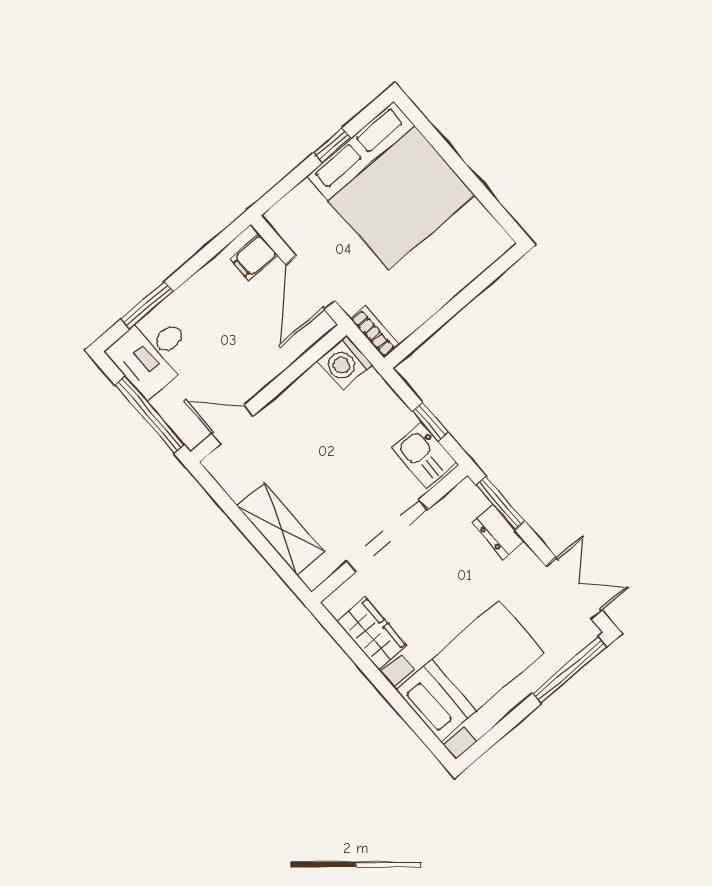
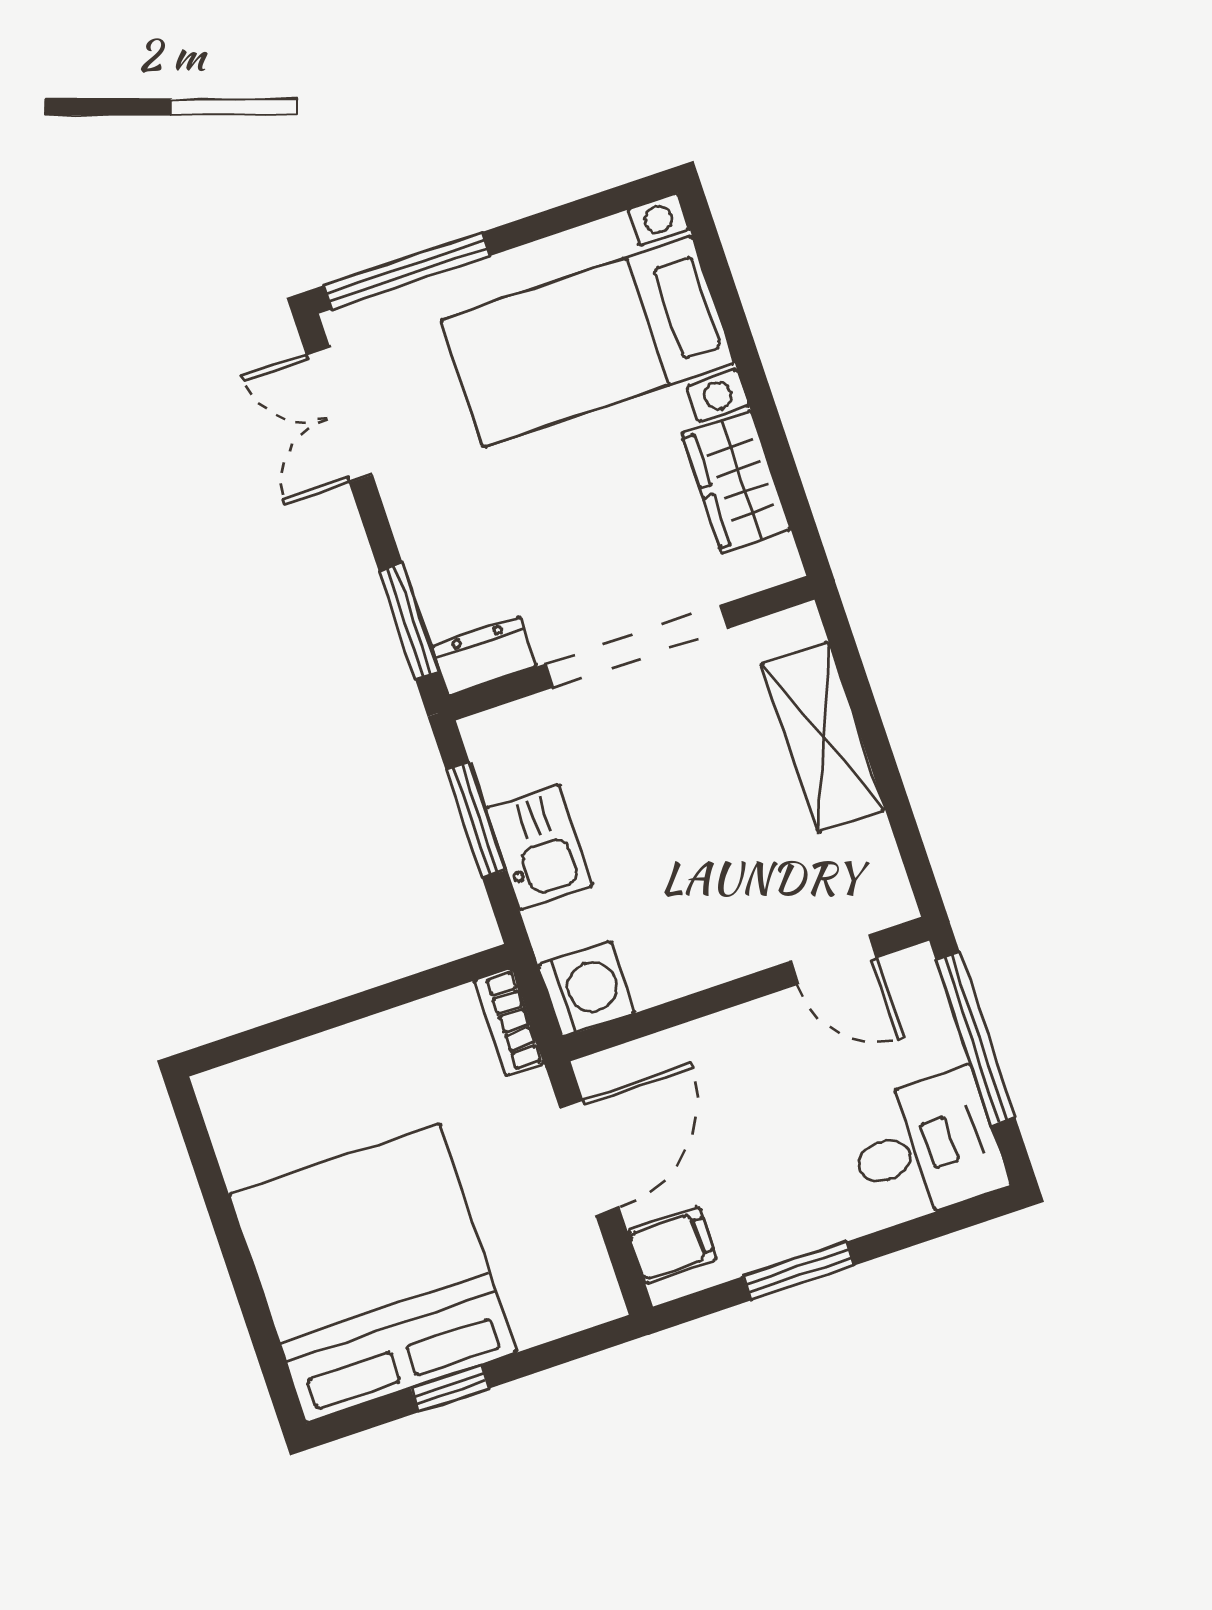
window: (147, 305) -> (798, 1271), moved
window: (430, 422) -> (476, 820), width x1.50
kitchen sink: (424, 455) -> (539, 847), moved
dresser: (498, 531) -> (484, 656), moved, turned -90

